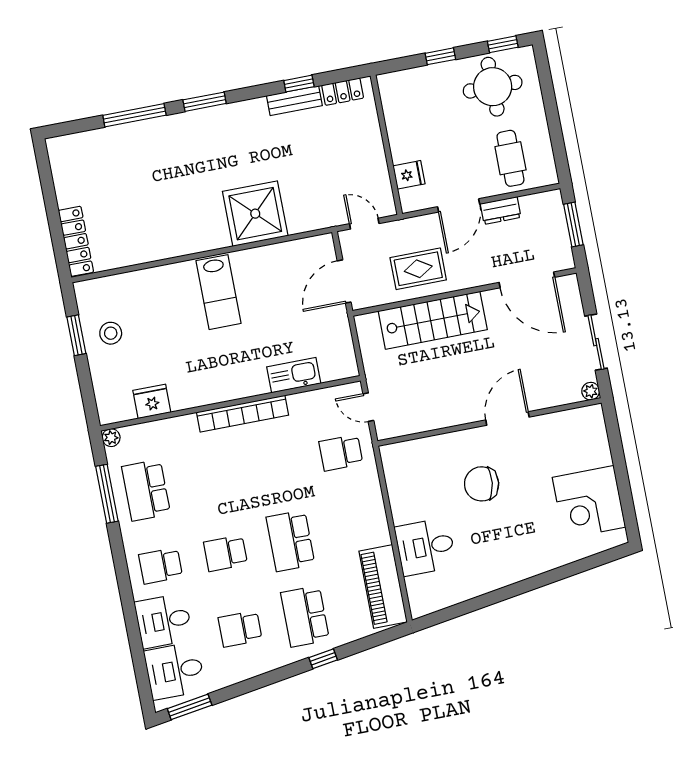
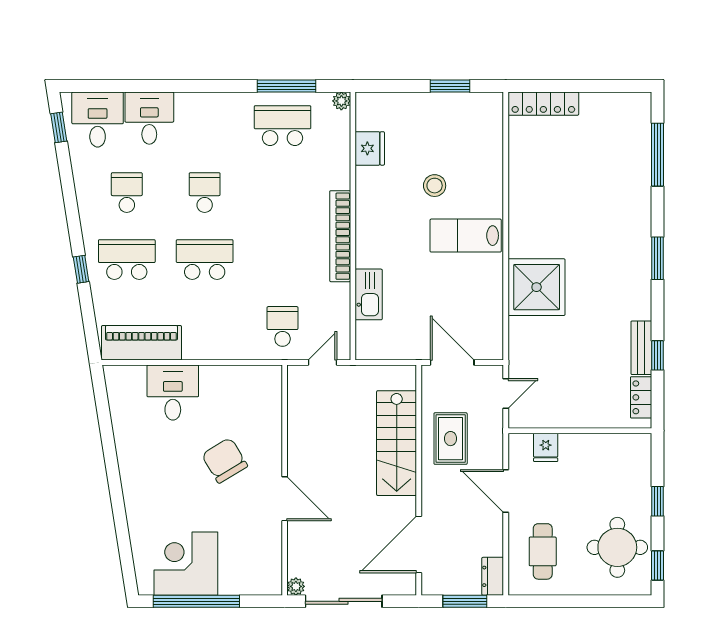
window: (134, 115) -> (657, 155), moved
cafe table: (510, 158) -> (543, 551), turned 90
dresser: (501, 211) -> (493, 576), moved
stool: (111, 333) -> (435, 186), moved
sliding door: (596, 342) -> (344, 601), width x1.37
chair: (482, 484) -> (225, 460), turned -38
window: (624, 485) -> (196, 601), added
school desk: (161, 566) -> (205, 126), removed
window: (190, 707) -> (59, 127), width x0.67

